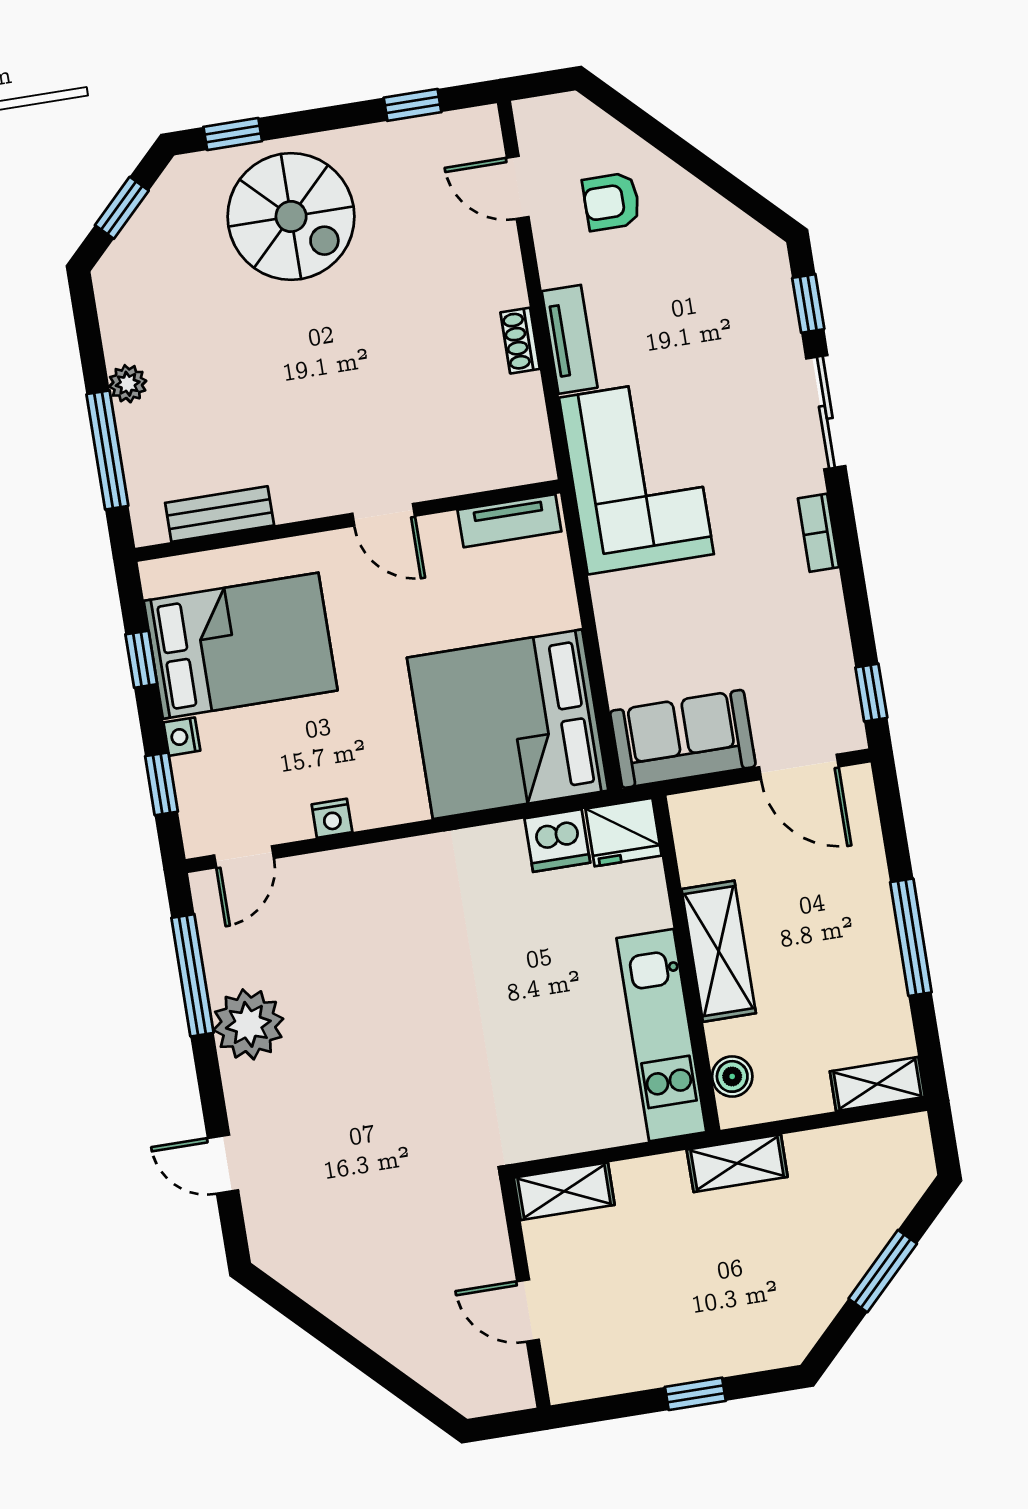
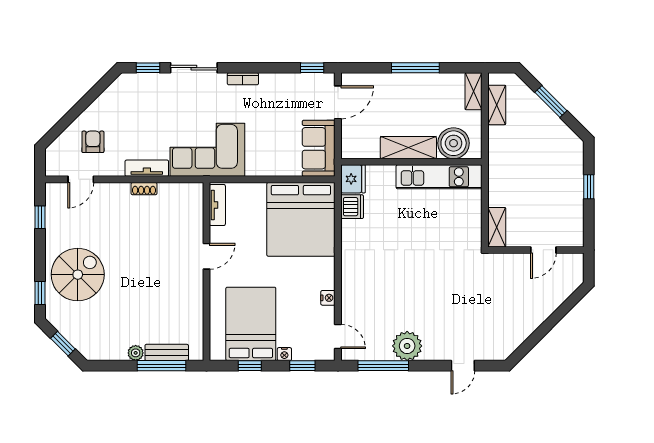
armchair: (611, 202) -> (93, 142), turned 180
bench: (220, 514) -> (167, 352), moved, turned 90
boiler: (732, 1076) -> (454, 143), width x1.86, depth x1.86
shelving: (737, 1163) -> (497, 105), moved

